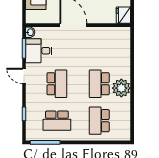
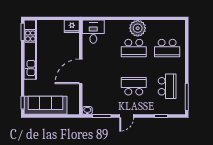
desk: (39, 51) -> (93, 32), moved, turned 180

